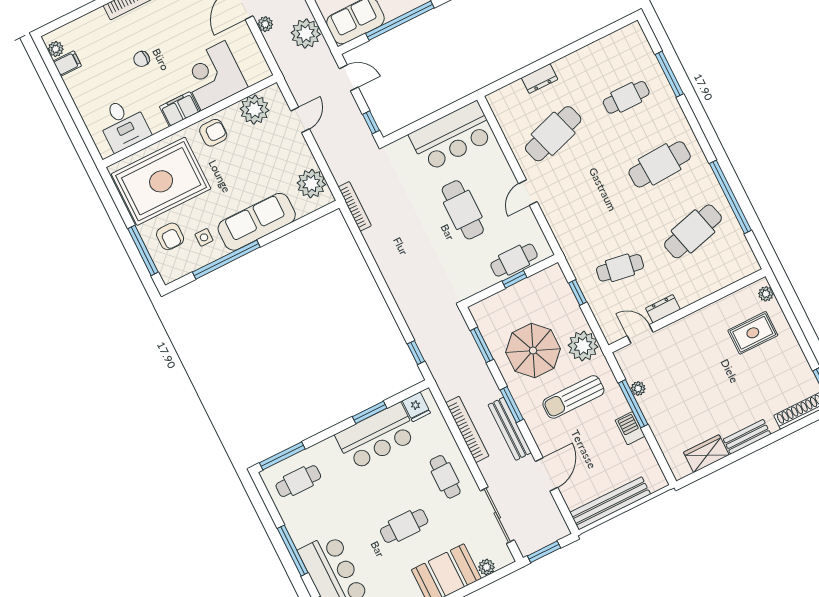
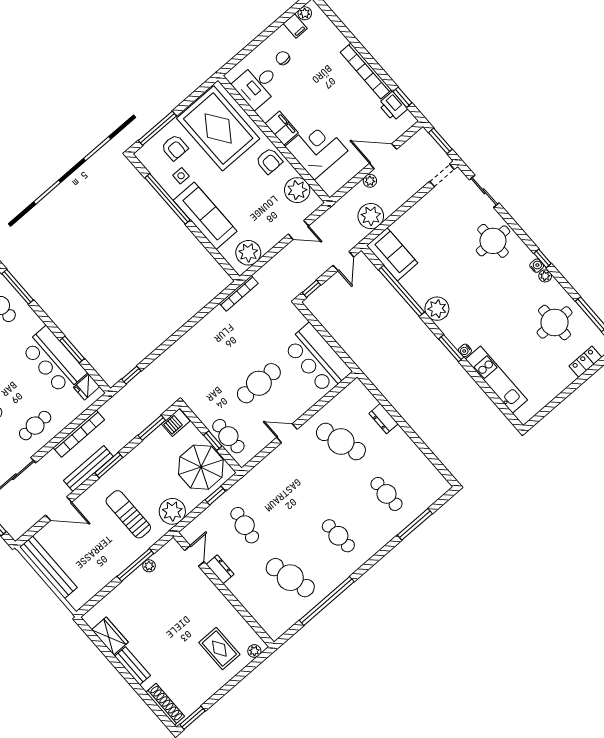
chair: (142, 59) -> (283, 58), moved
cafe table: (660, 164) -> (338, 536), width x0.73, depth x0.74
armchair: (170, 236) -> (175, 148), turned -90
parasol: (533, 350) -> (201, 467), moved
barbecue: (630, 428) -> (176, 422), moved, turned 180

